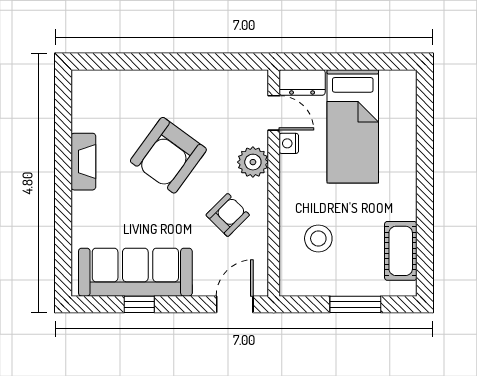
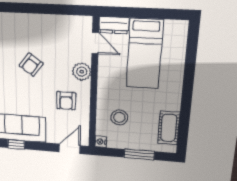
nightstand: (289, 143) -> (101, 142), moved
armchair: (168, 155) -> (31, 65), width x0.53, depth x0.53
armchair: (228, 215) -> (66, 101), turned 135

